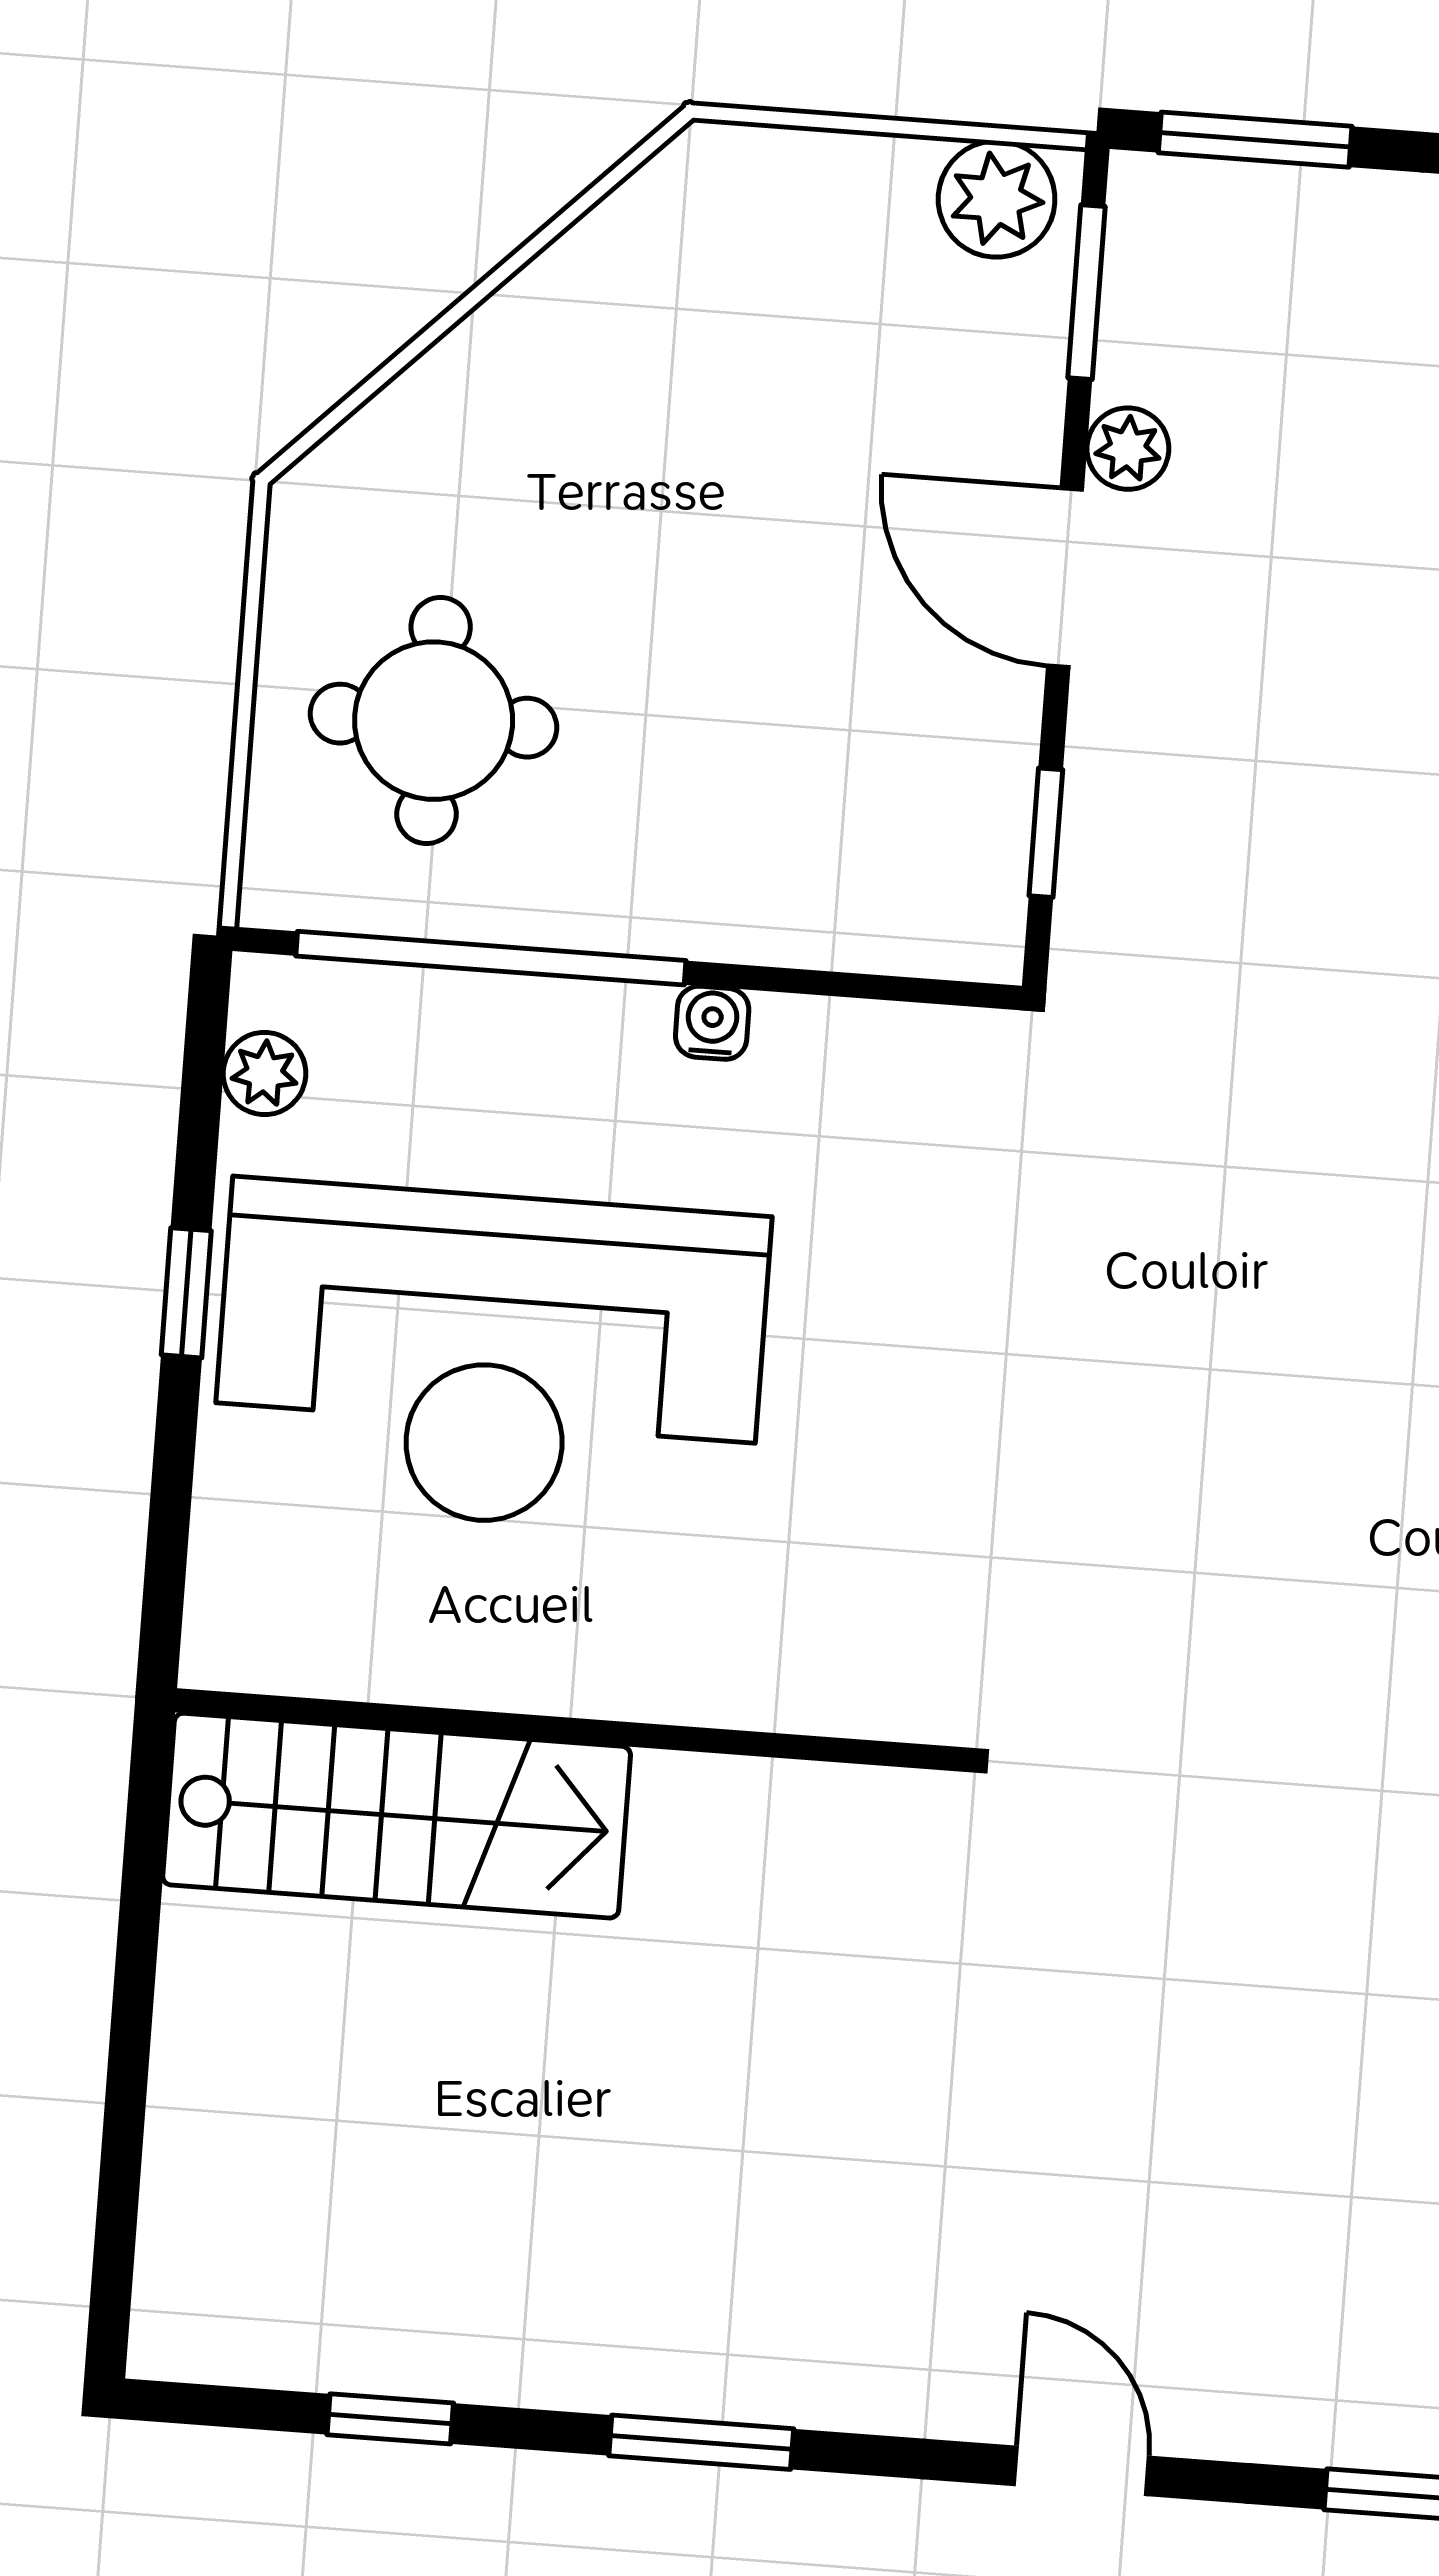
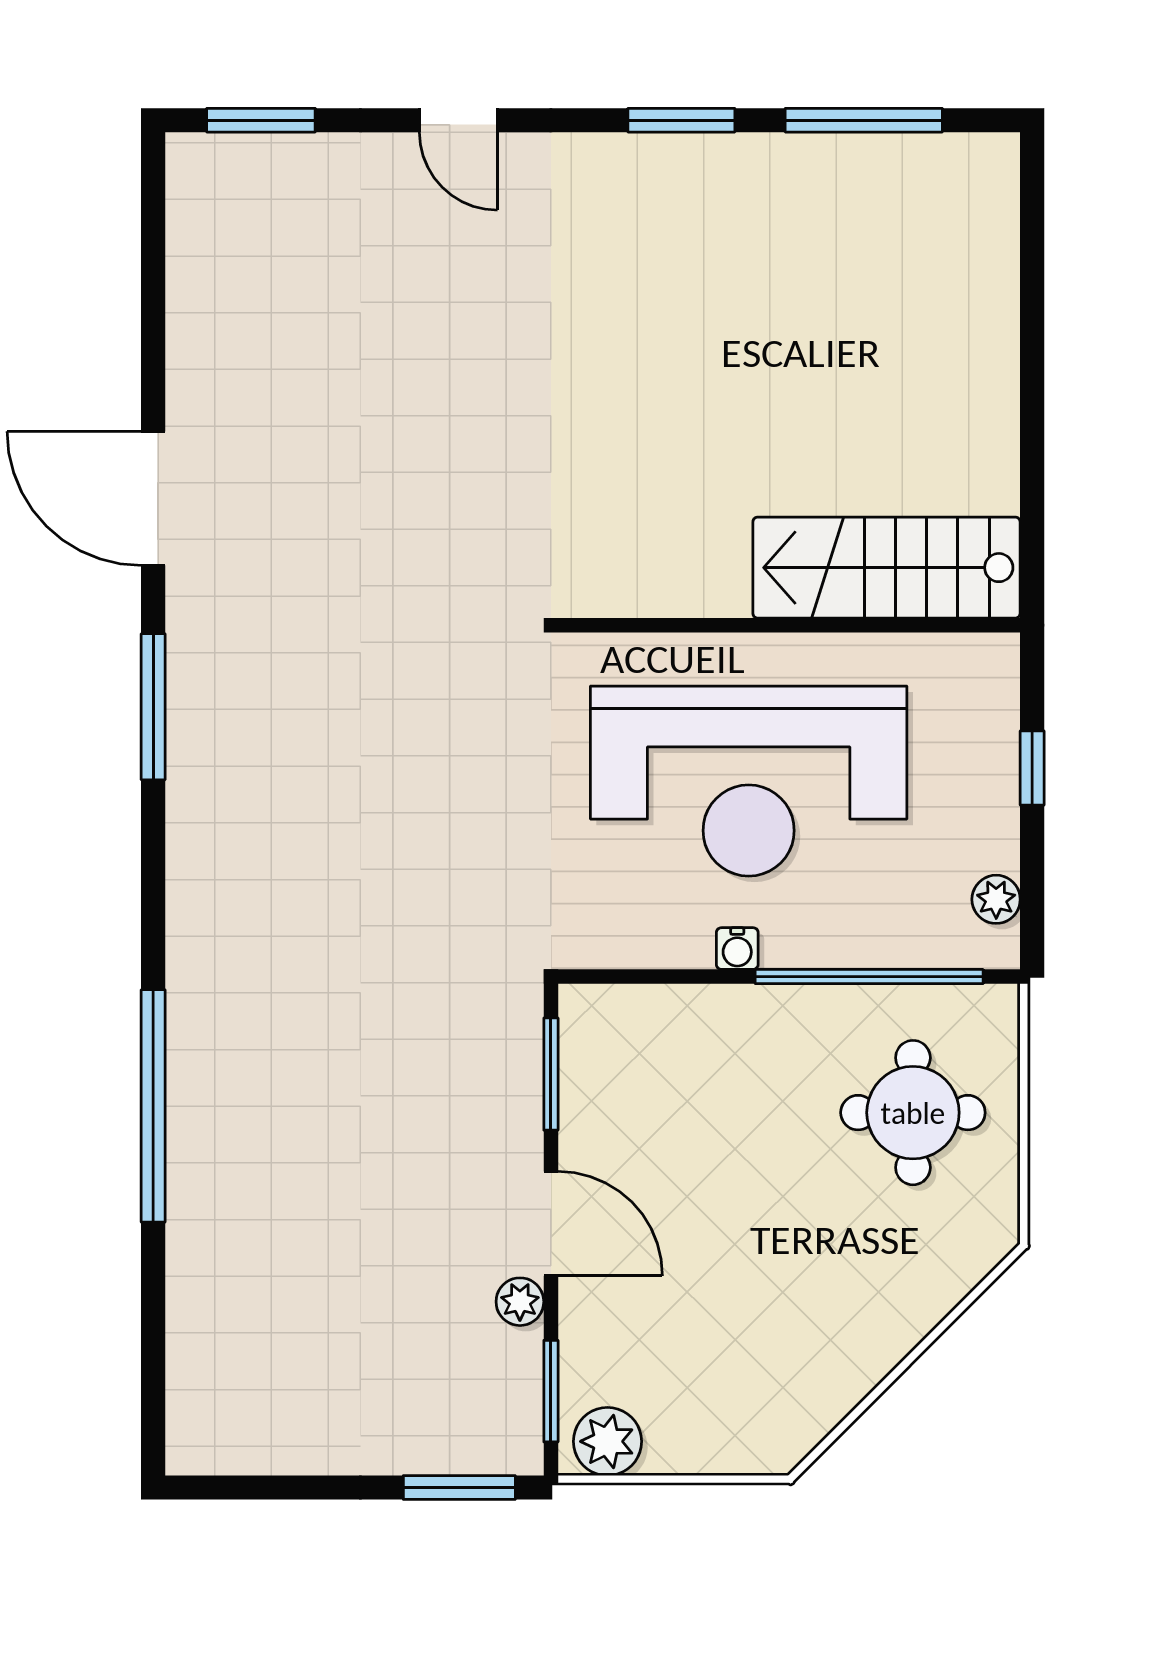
window: (1046, 833) -> (551, 1074), width x1.50
reception desk: (490, 1358) -> (749, 781), moved, turned 180
wall: (570, 1730) -> (789, 625), moved
stairs: (397, 1816) -> (887, 568), moved
window: (390, 2419) -> (864, 120), width x2.17

